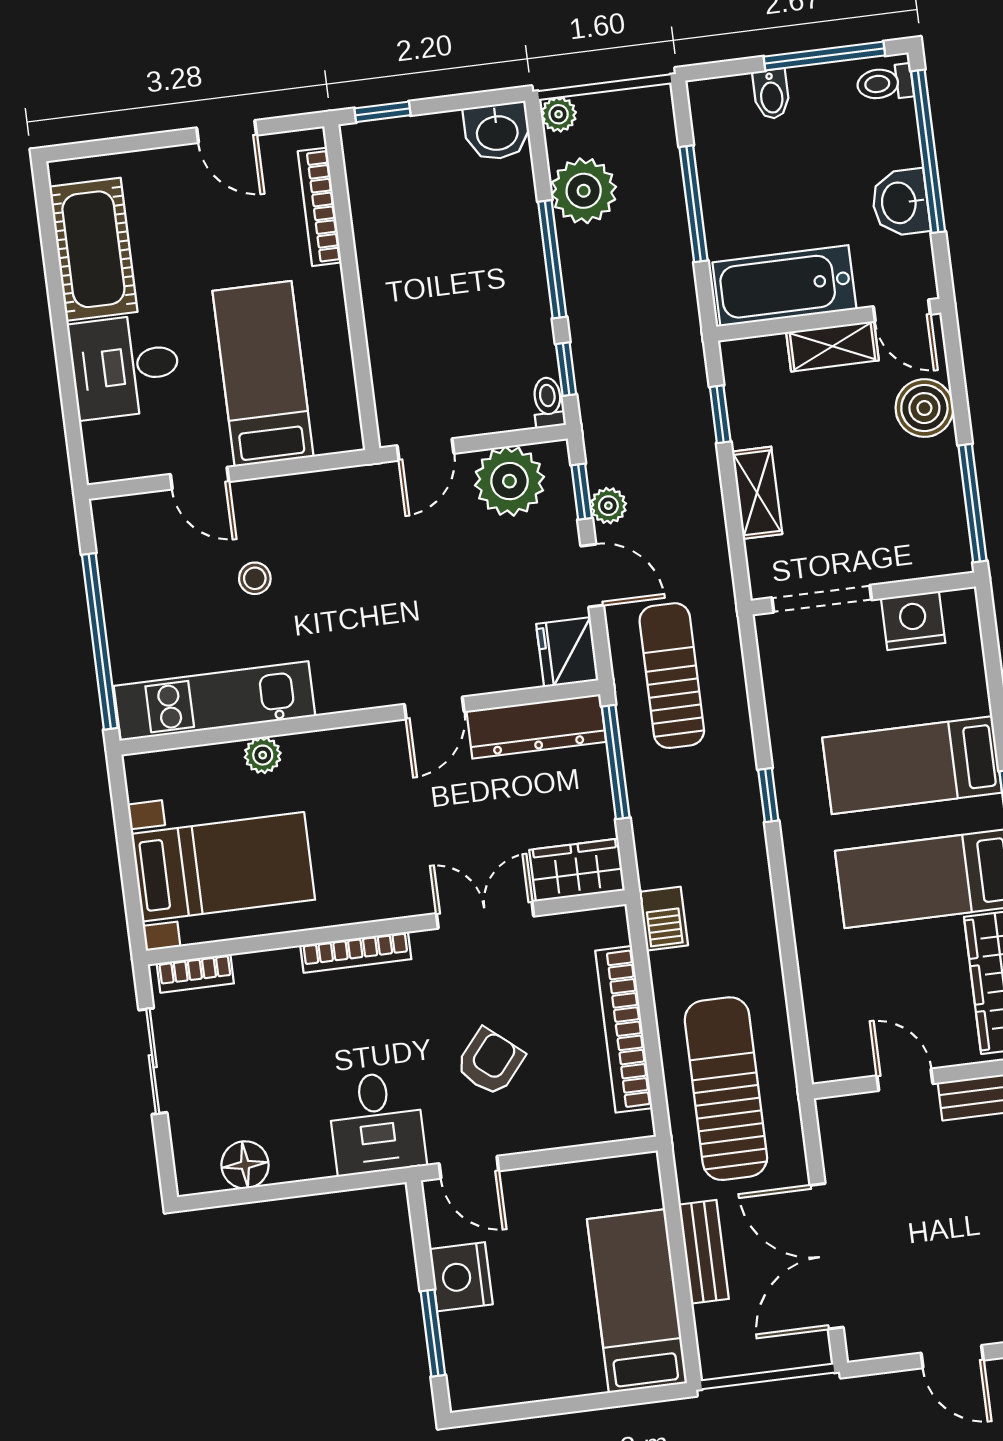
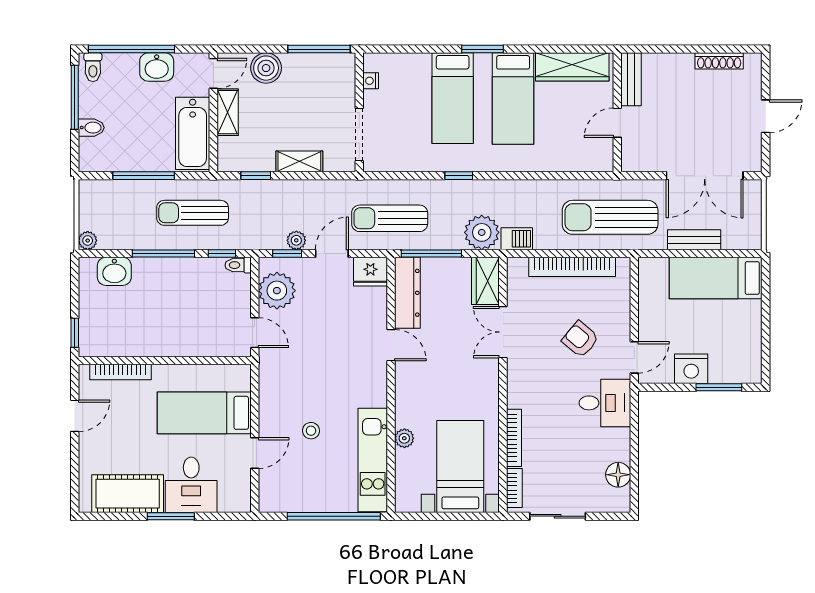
washbasin: (497, 131) -> (114, 271), moved, turned 90
plant: (584, 191) -> (482, 232), moved
sun lounger: (636, 305) -> (193, 213), added
window: (61, 335) -> (171, 516), added
nightstand: (913, 621) -> (371, 81), width x0.53, depth x0.56
bookcase: (356, 952) -> (514, 438), moved

